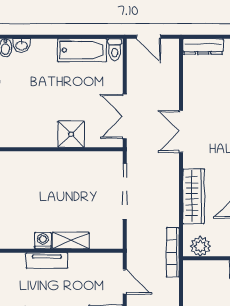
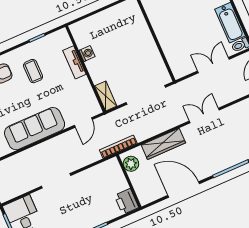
double door: (125, 116) -> (213, 65), moved
shower: (71, 134) -> (169, 41), removed
shelving: (71, 241) -> (106, 96), moved

